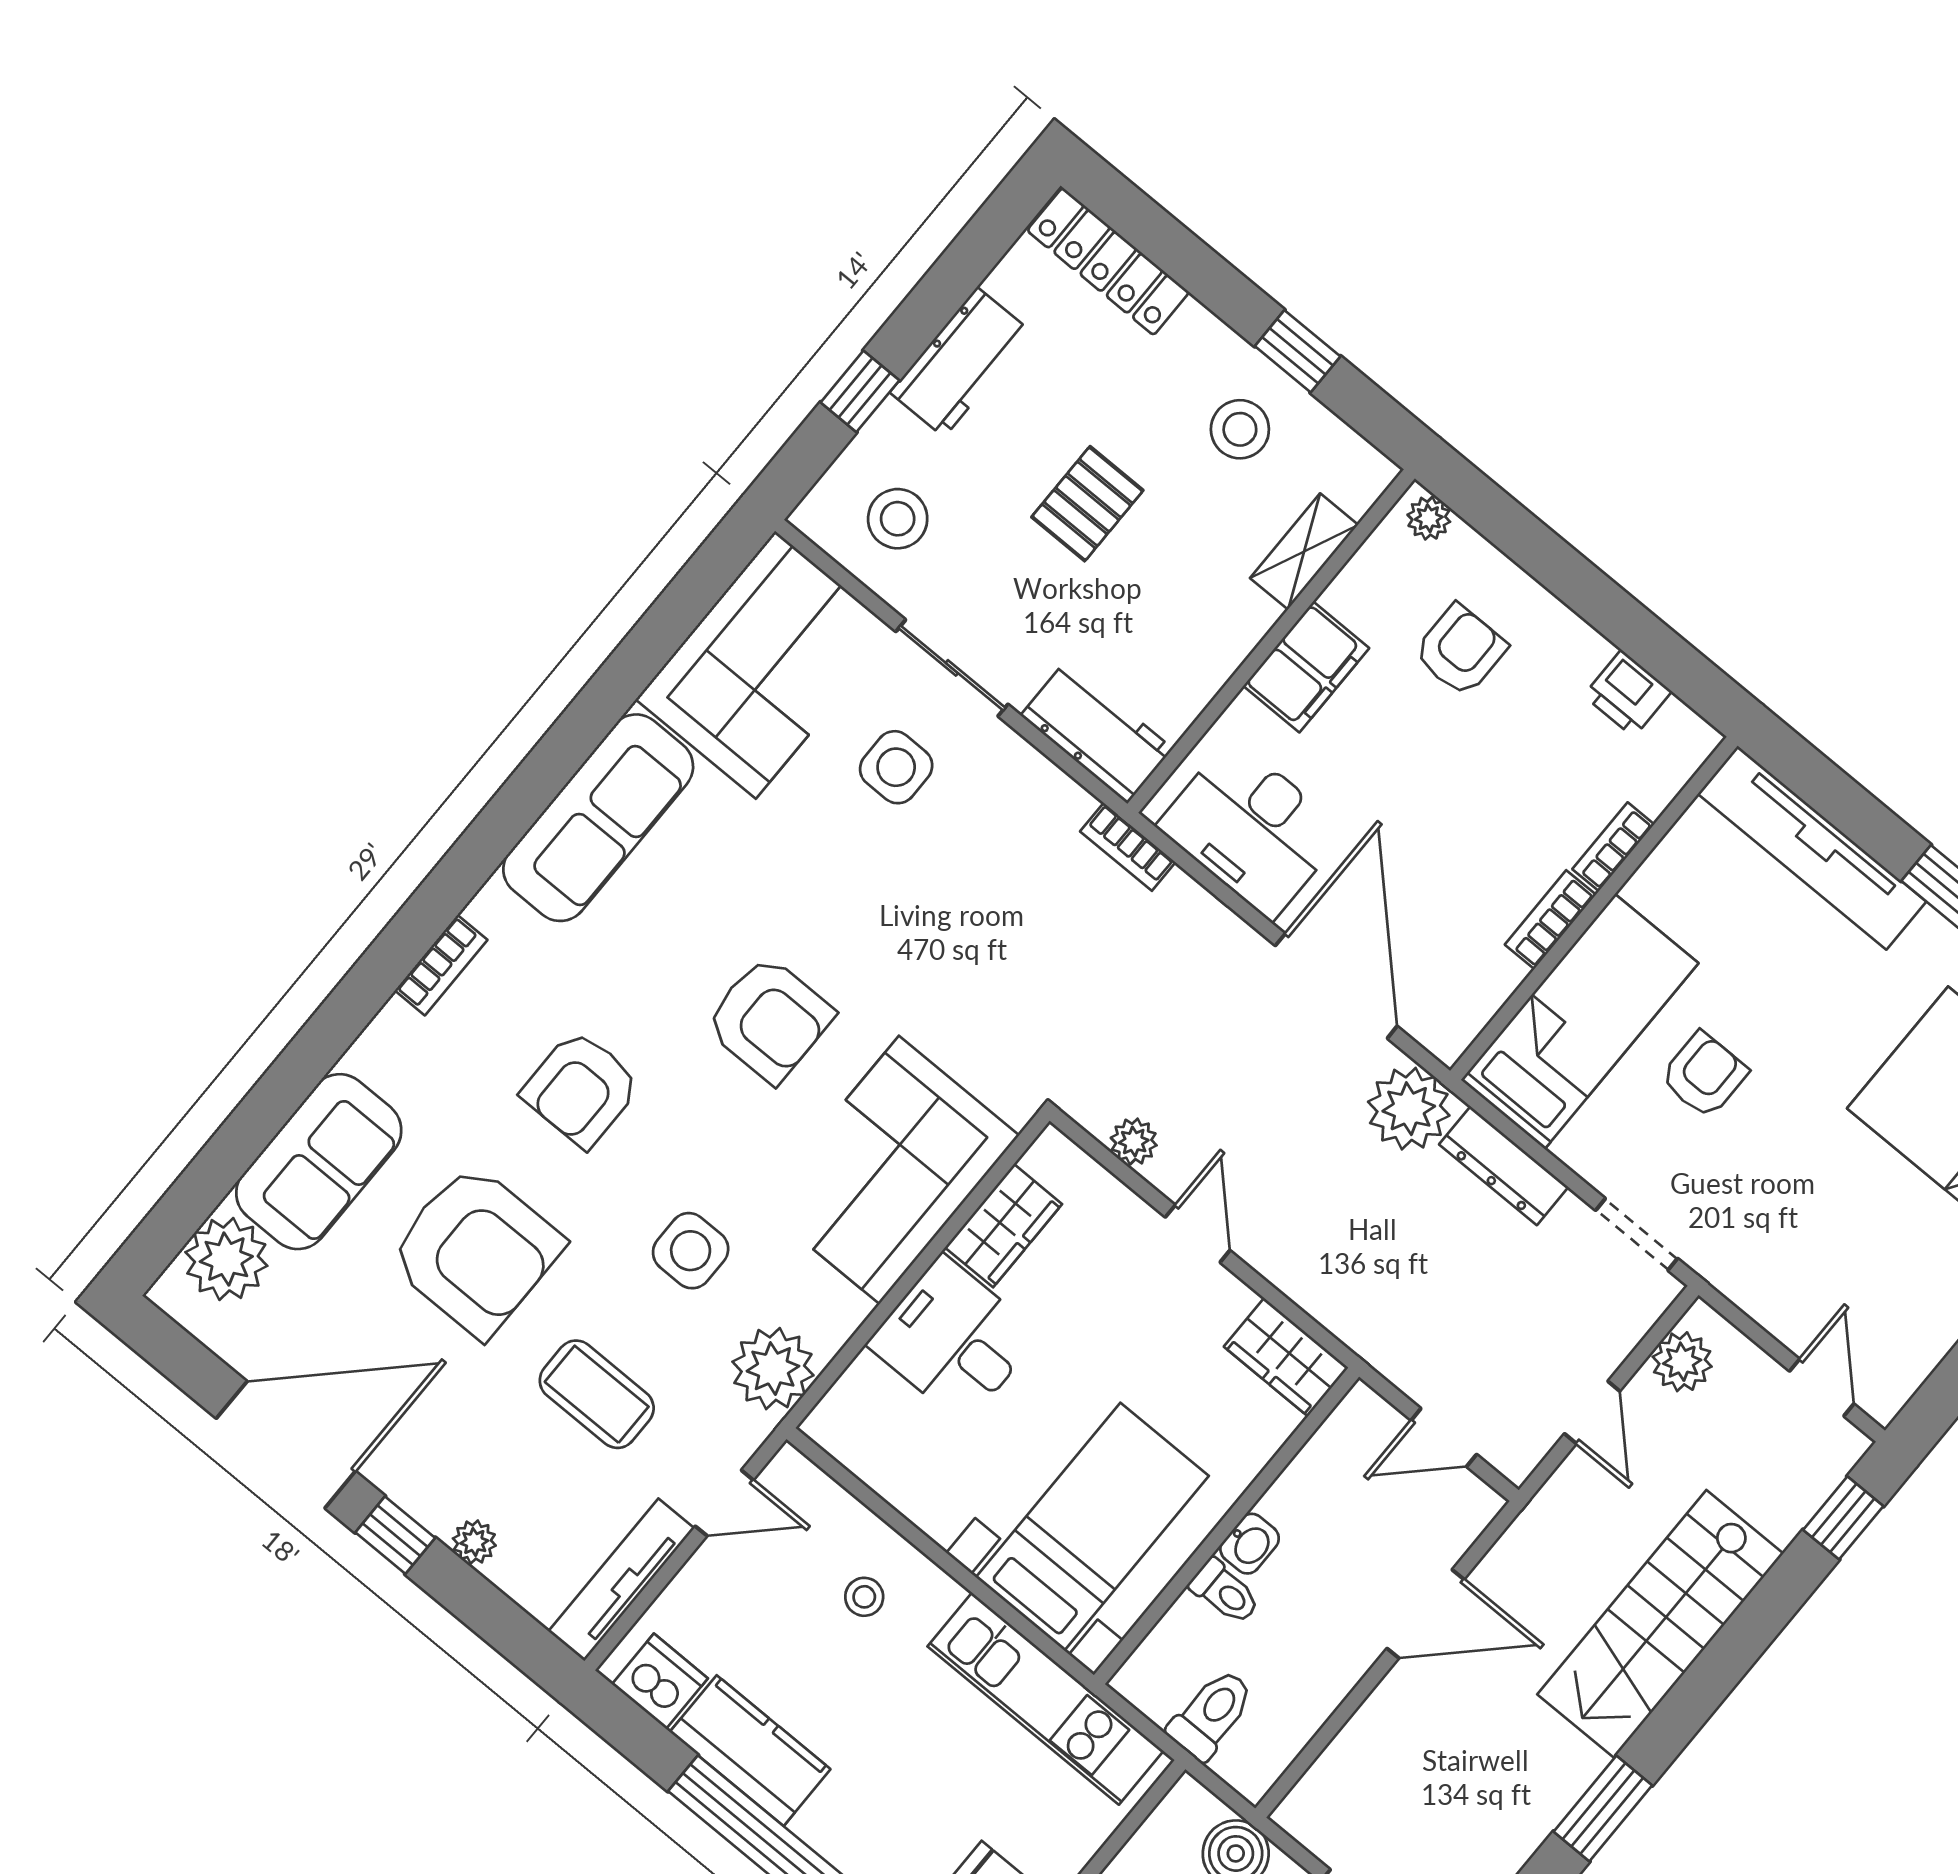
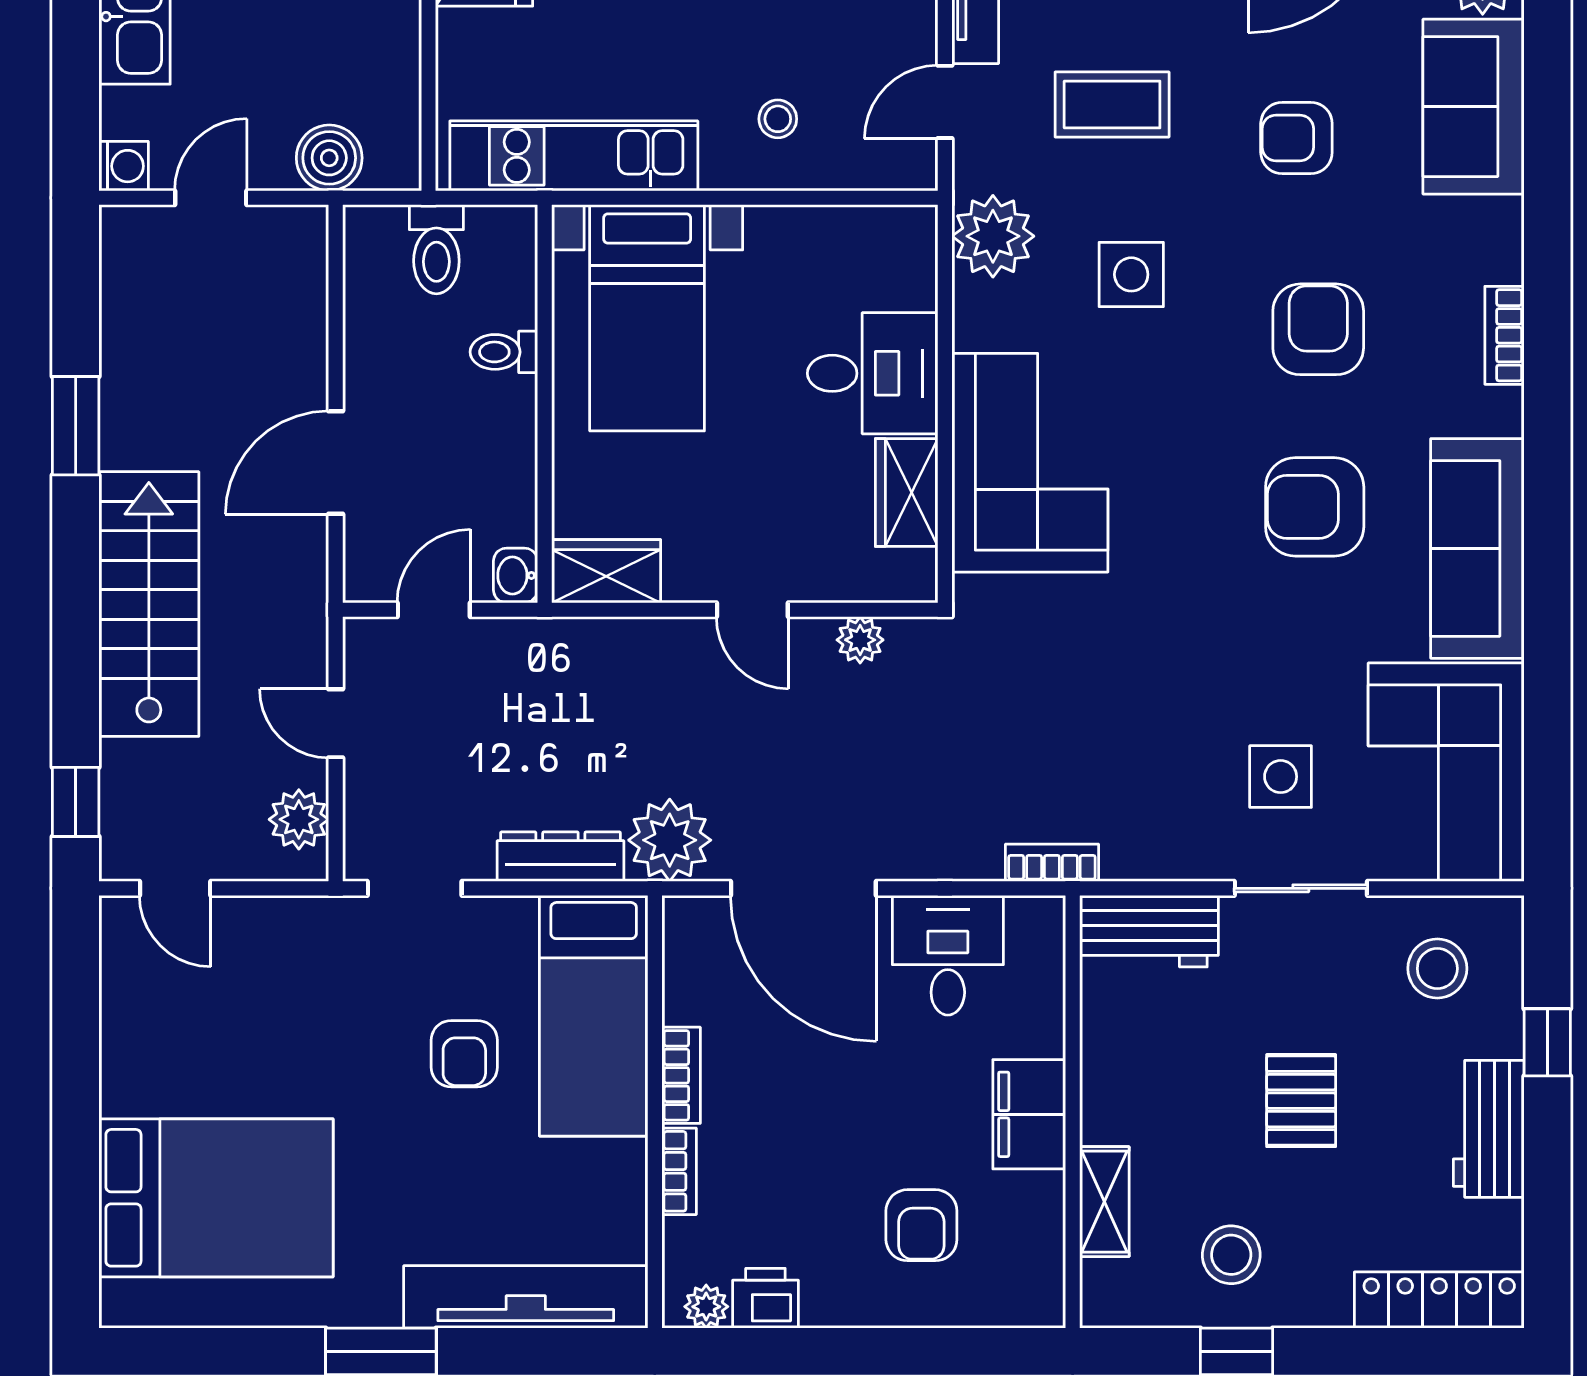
plant: (1429, 518) -> (706, 1307), moved
desk: (1251, 829) -> (948, 955), width x0.73
armchair: (769, 1019) -> (1315, 507), moved
armchair: (476, 1251) -> (1296, 138), width x0.53, depth x0.53
washbasin: (1250, 1544) -> (515, 575), moved

